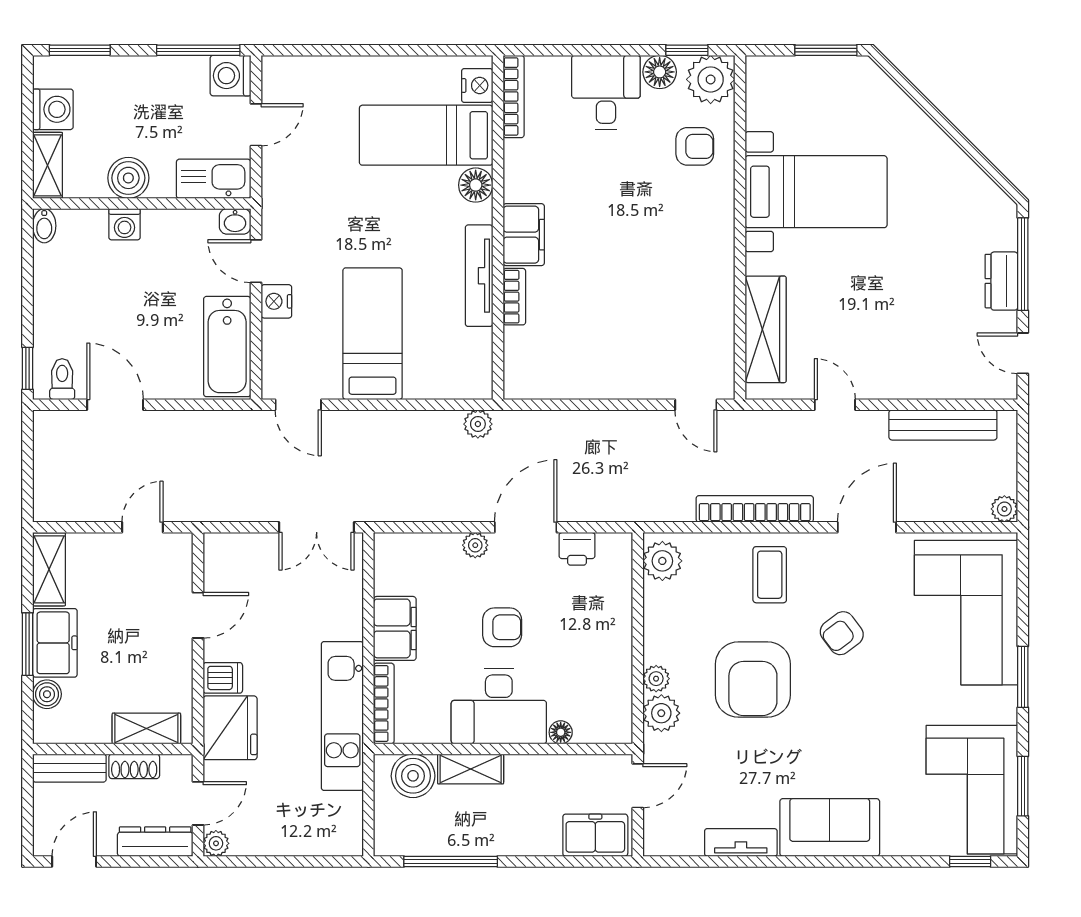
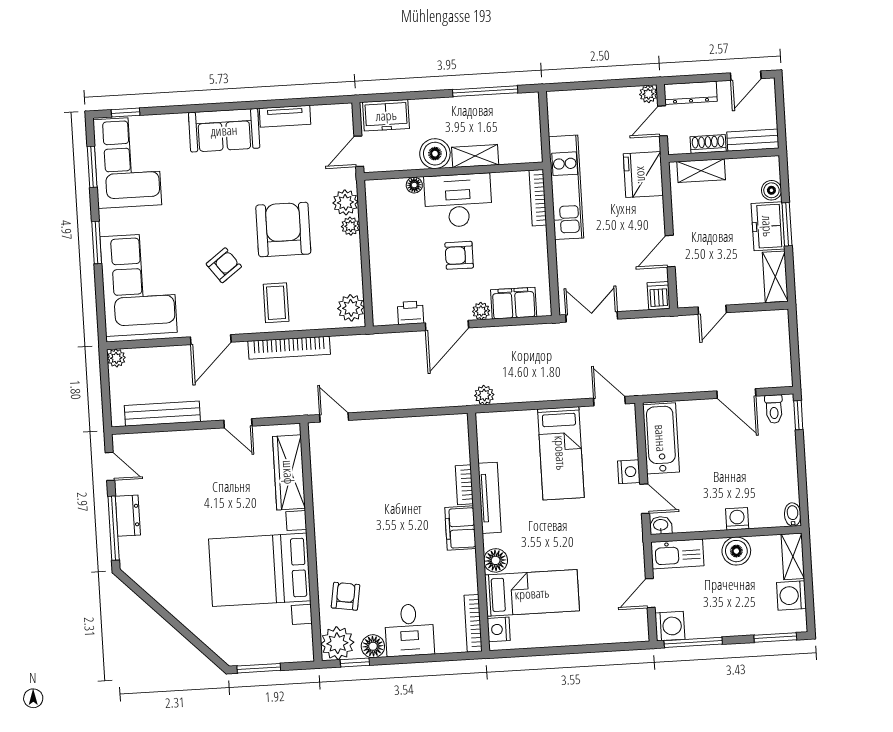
armchair: (695, 146) -> (346, 596), turned 99
bed with nightstands: (816, 192) -> (260, 570), width x1.36
filing cabinet: (395, 628) -> (514, 303), moved, turned 90
dishwasher: (223, 678) -> (659, 296), moved, turned 90
boiler: (413, 776) -> (435, 154), moved

